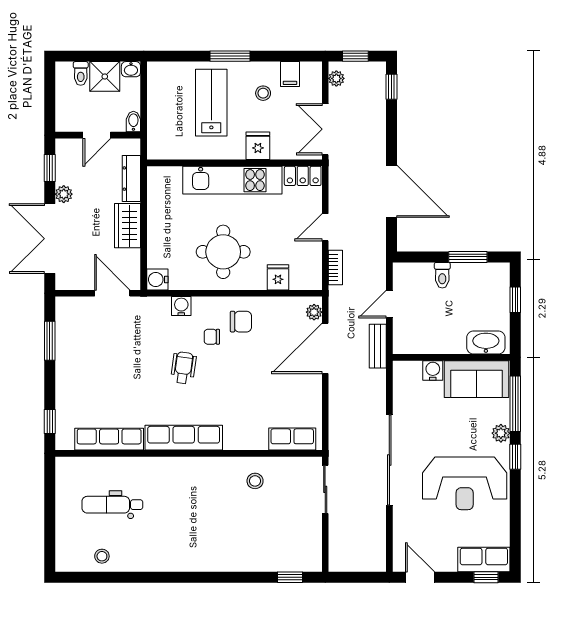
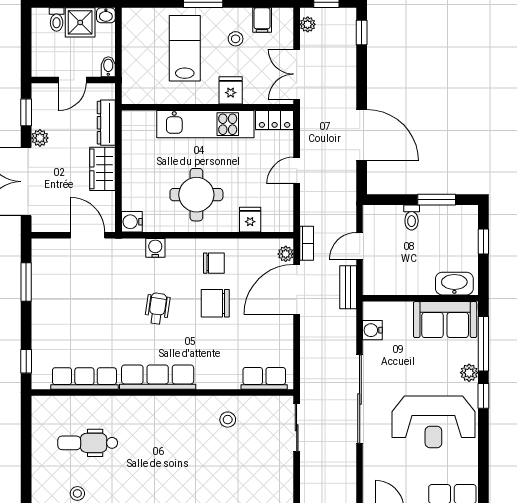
bookcase: (335, 268) -> (307, 243), moved
chair: (212, 337) -> (215, 303), moved, width x1.87, depth x1.87
water cooler: (433, 370) -> (372, 330), moved, turned -90

